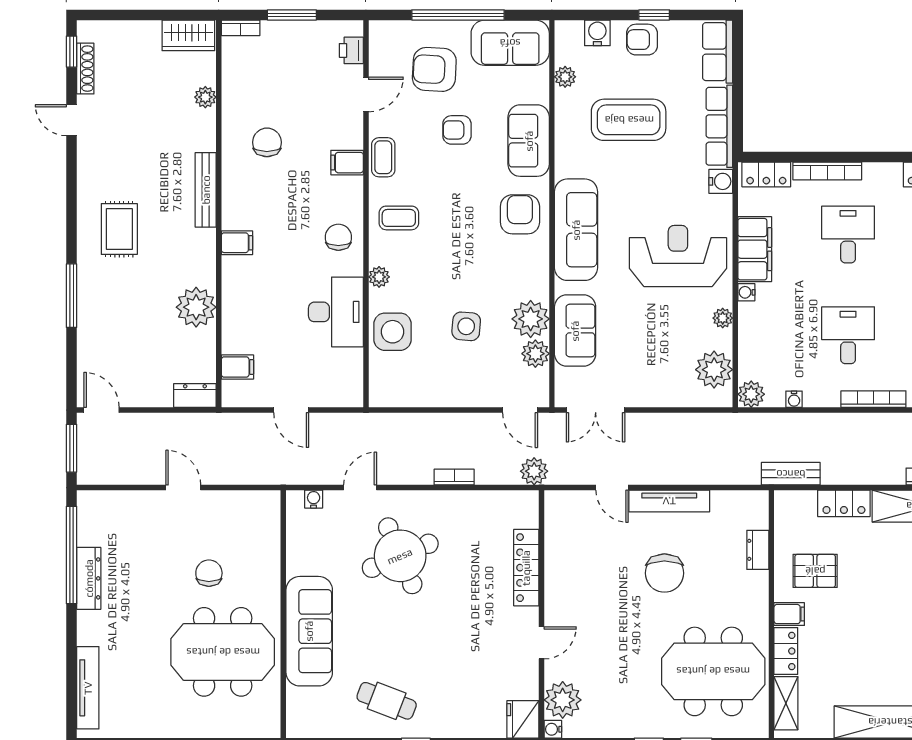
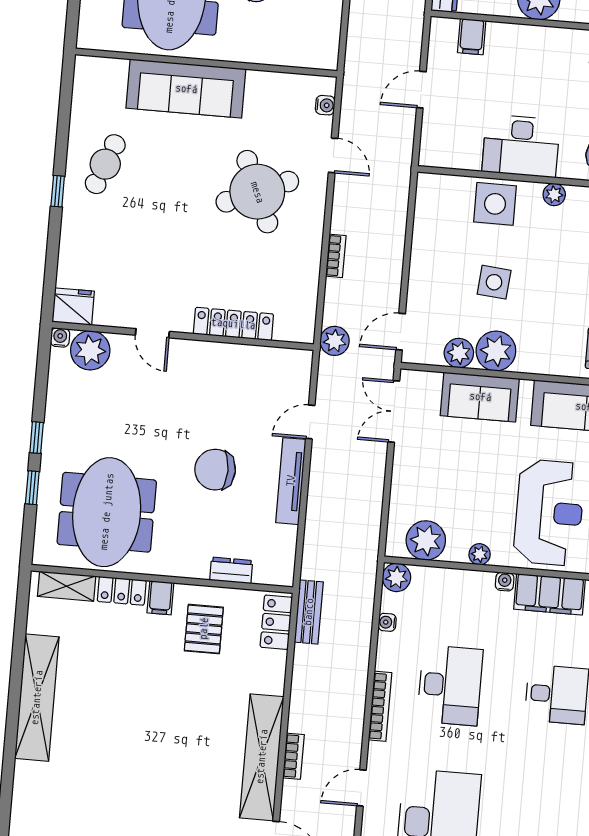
desk: (848, 335) -> (450, 685), width x1.37
locker: (844, 503) -> (276, 622), moved

